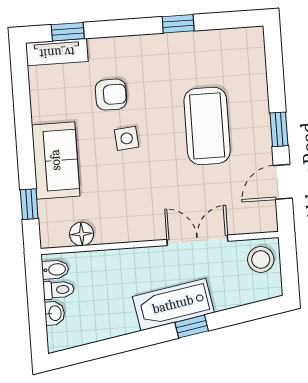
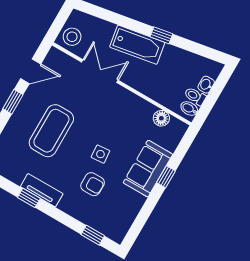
tv unit: (57, 52) -> (42, 190), moved
armchair: (111, 95) -> (93, 184), turned 180
window: (29, 204) -> (166, 177), moved
double door: (197, 240) -> (100, 71), swing flipped
window: (192, 327) -> (161, 35), moved

